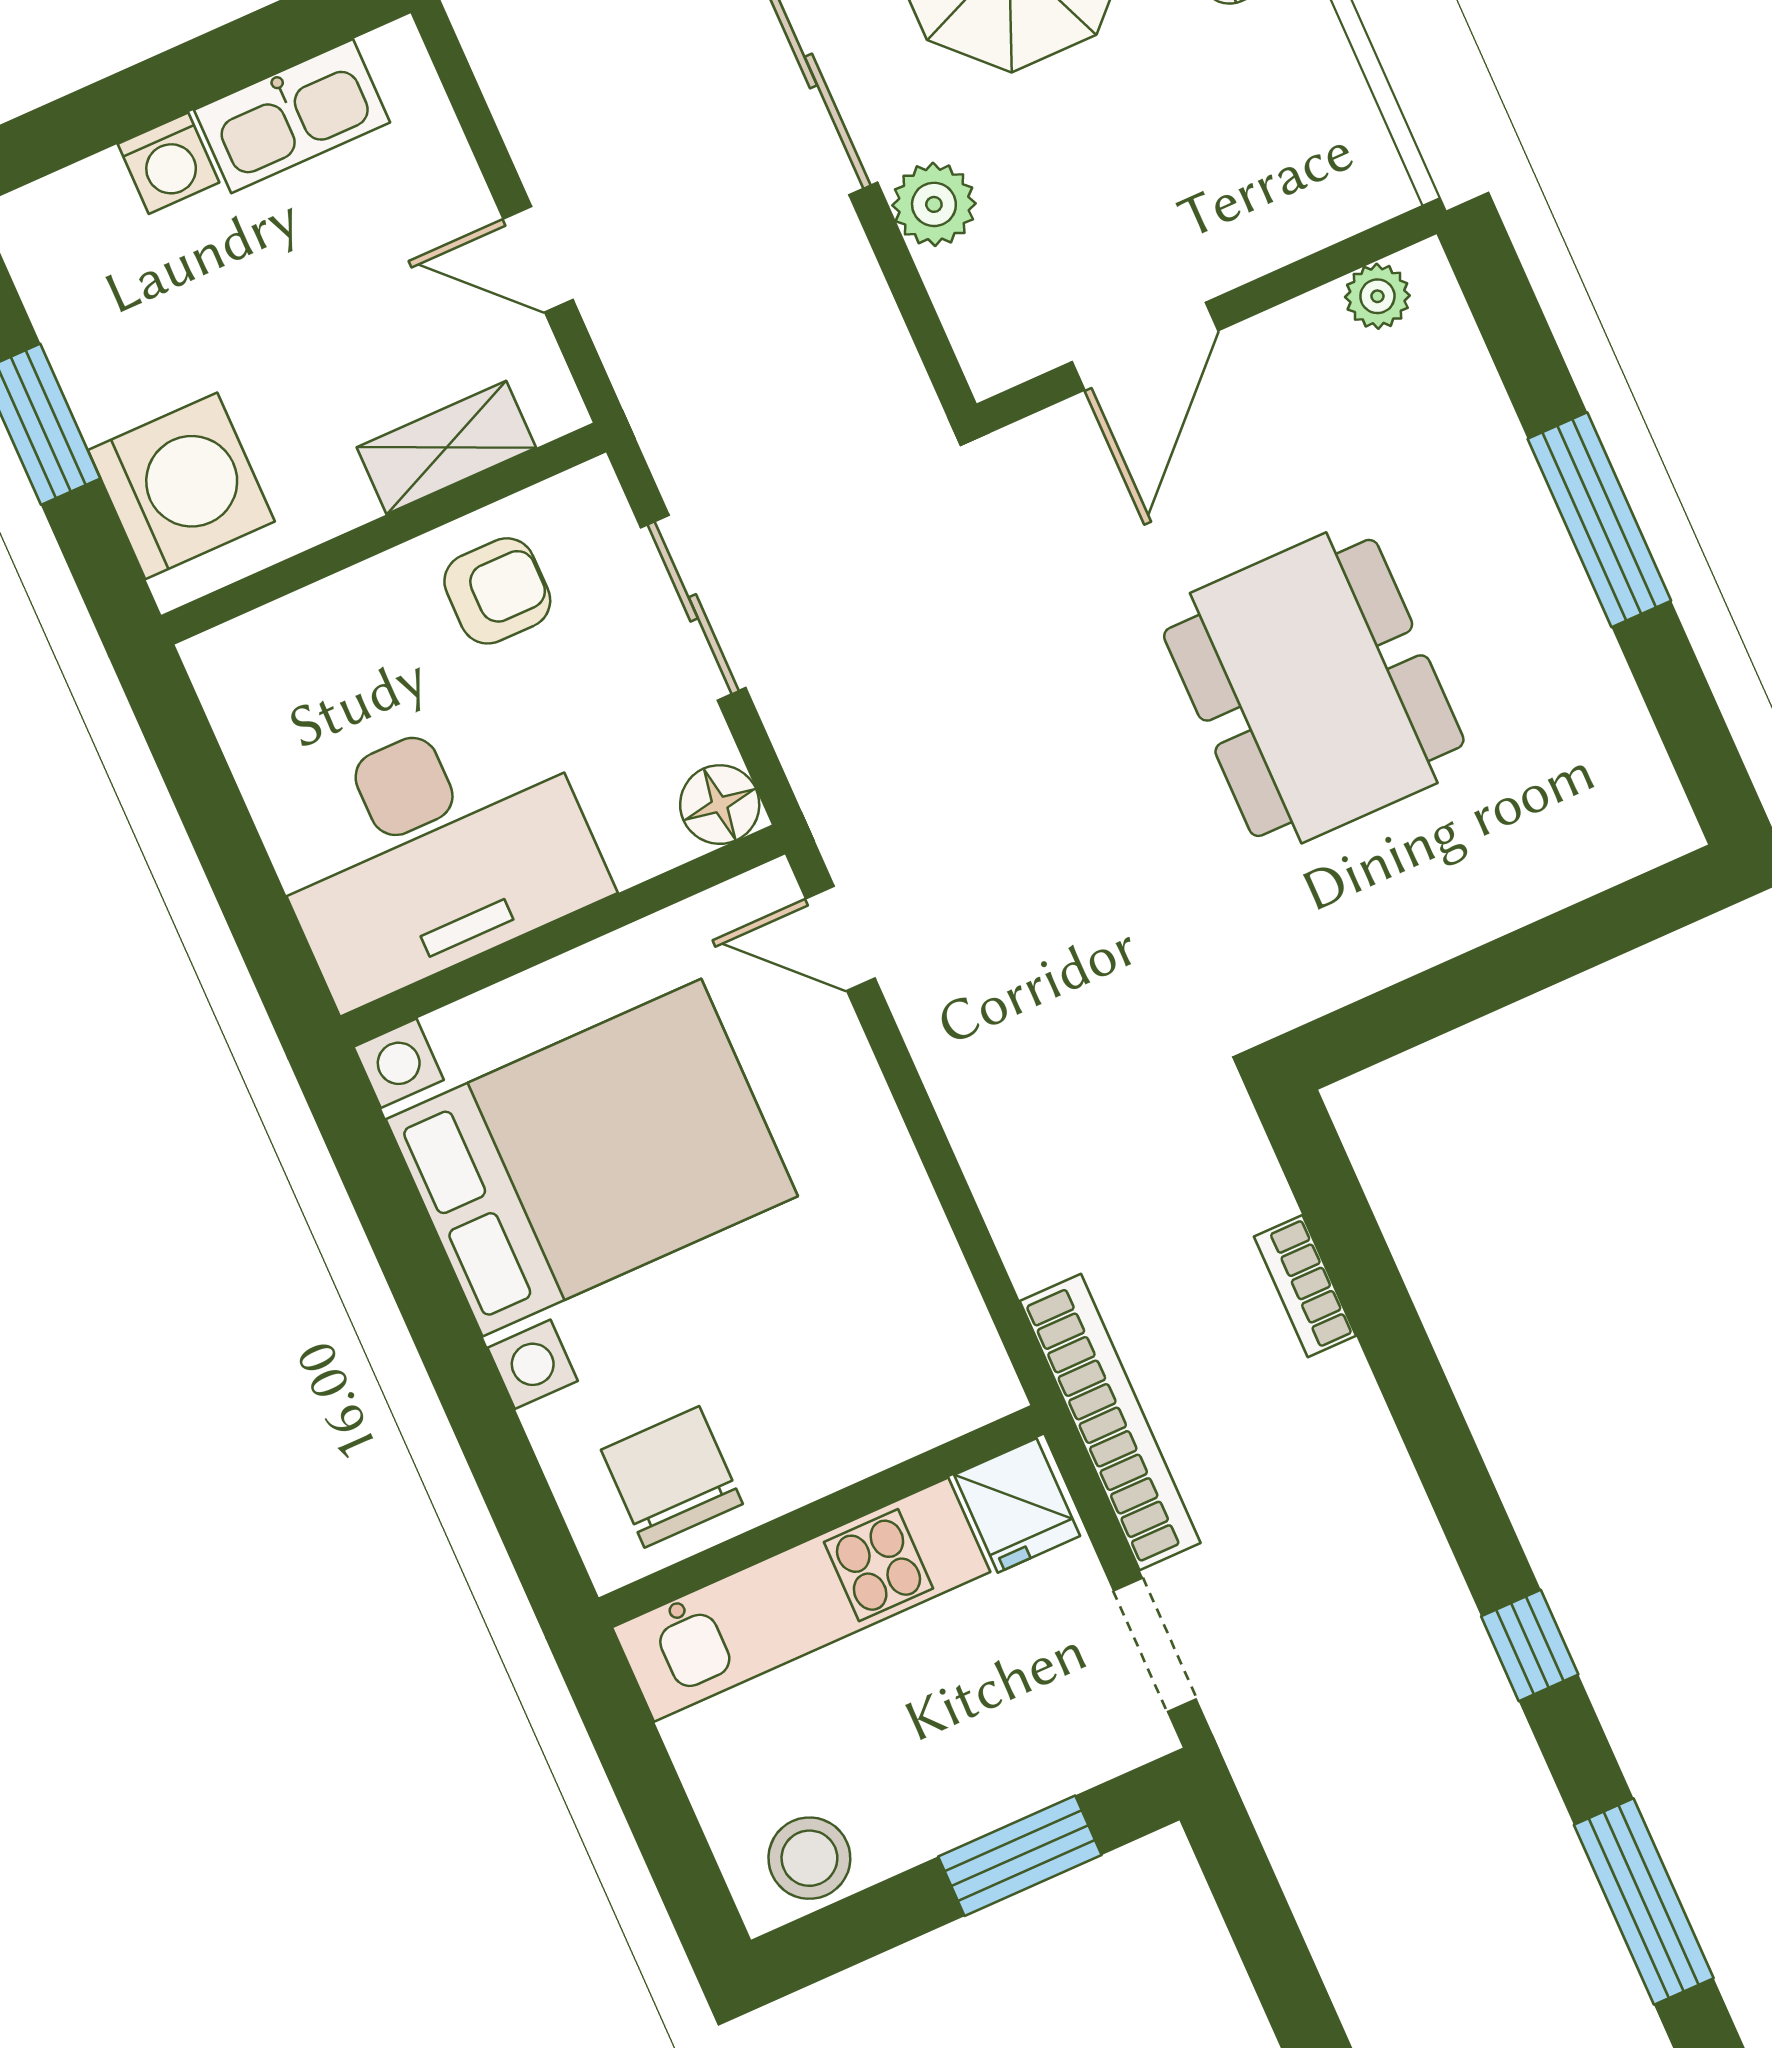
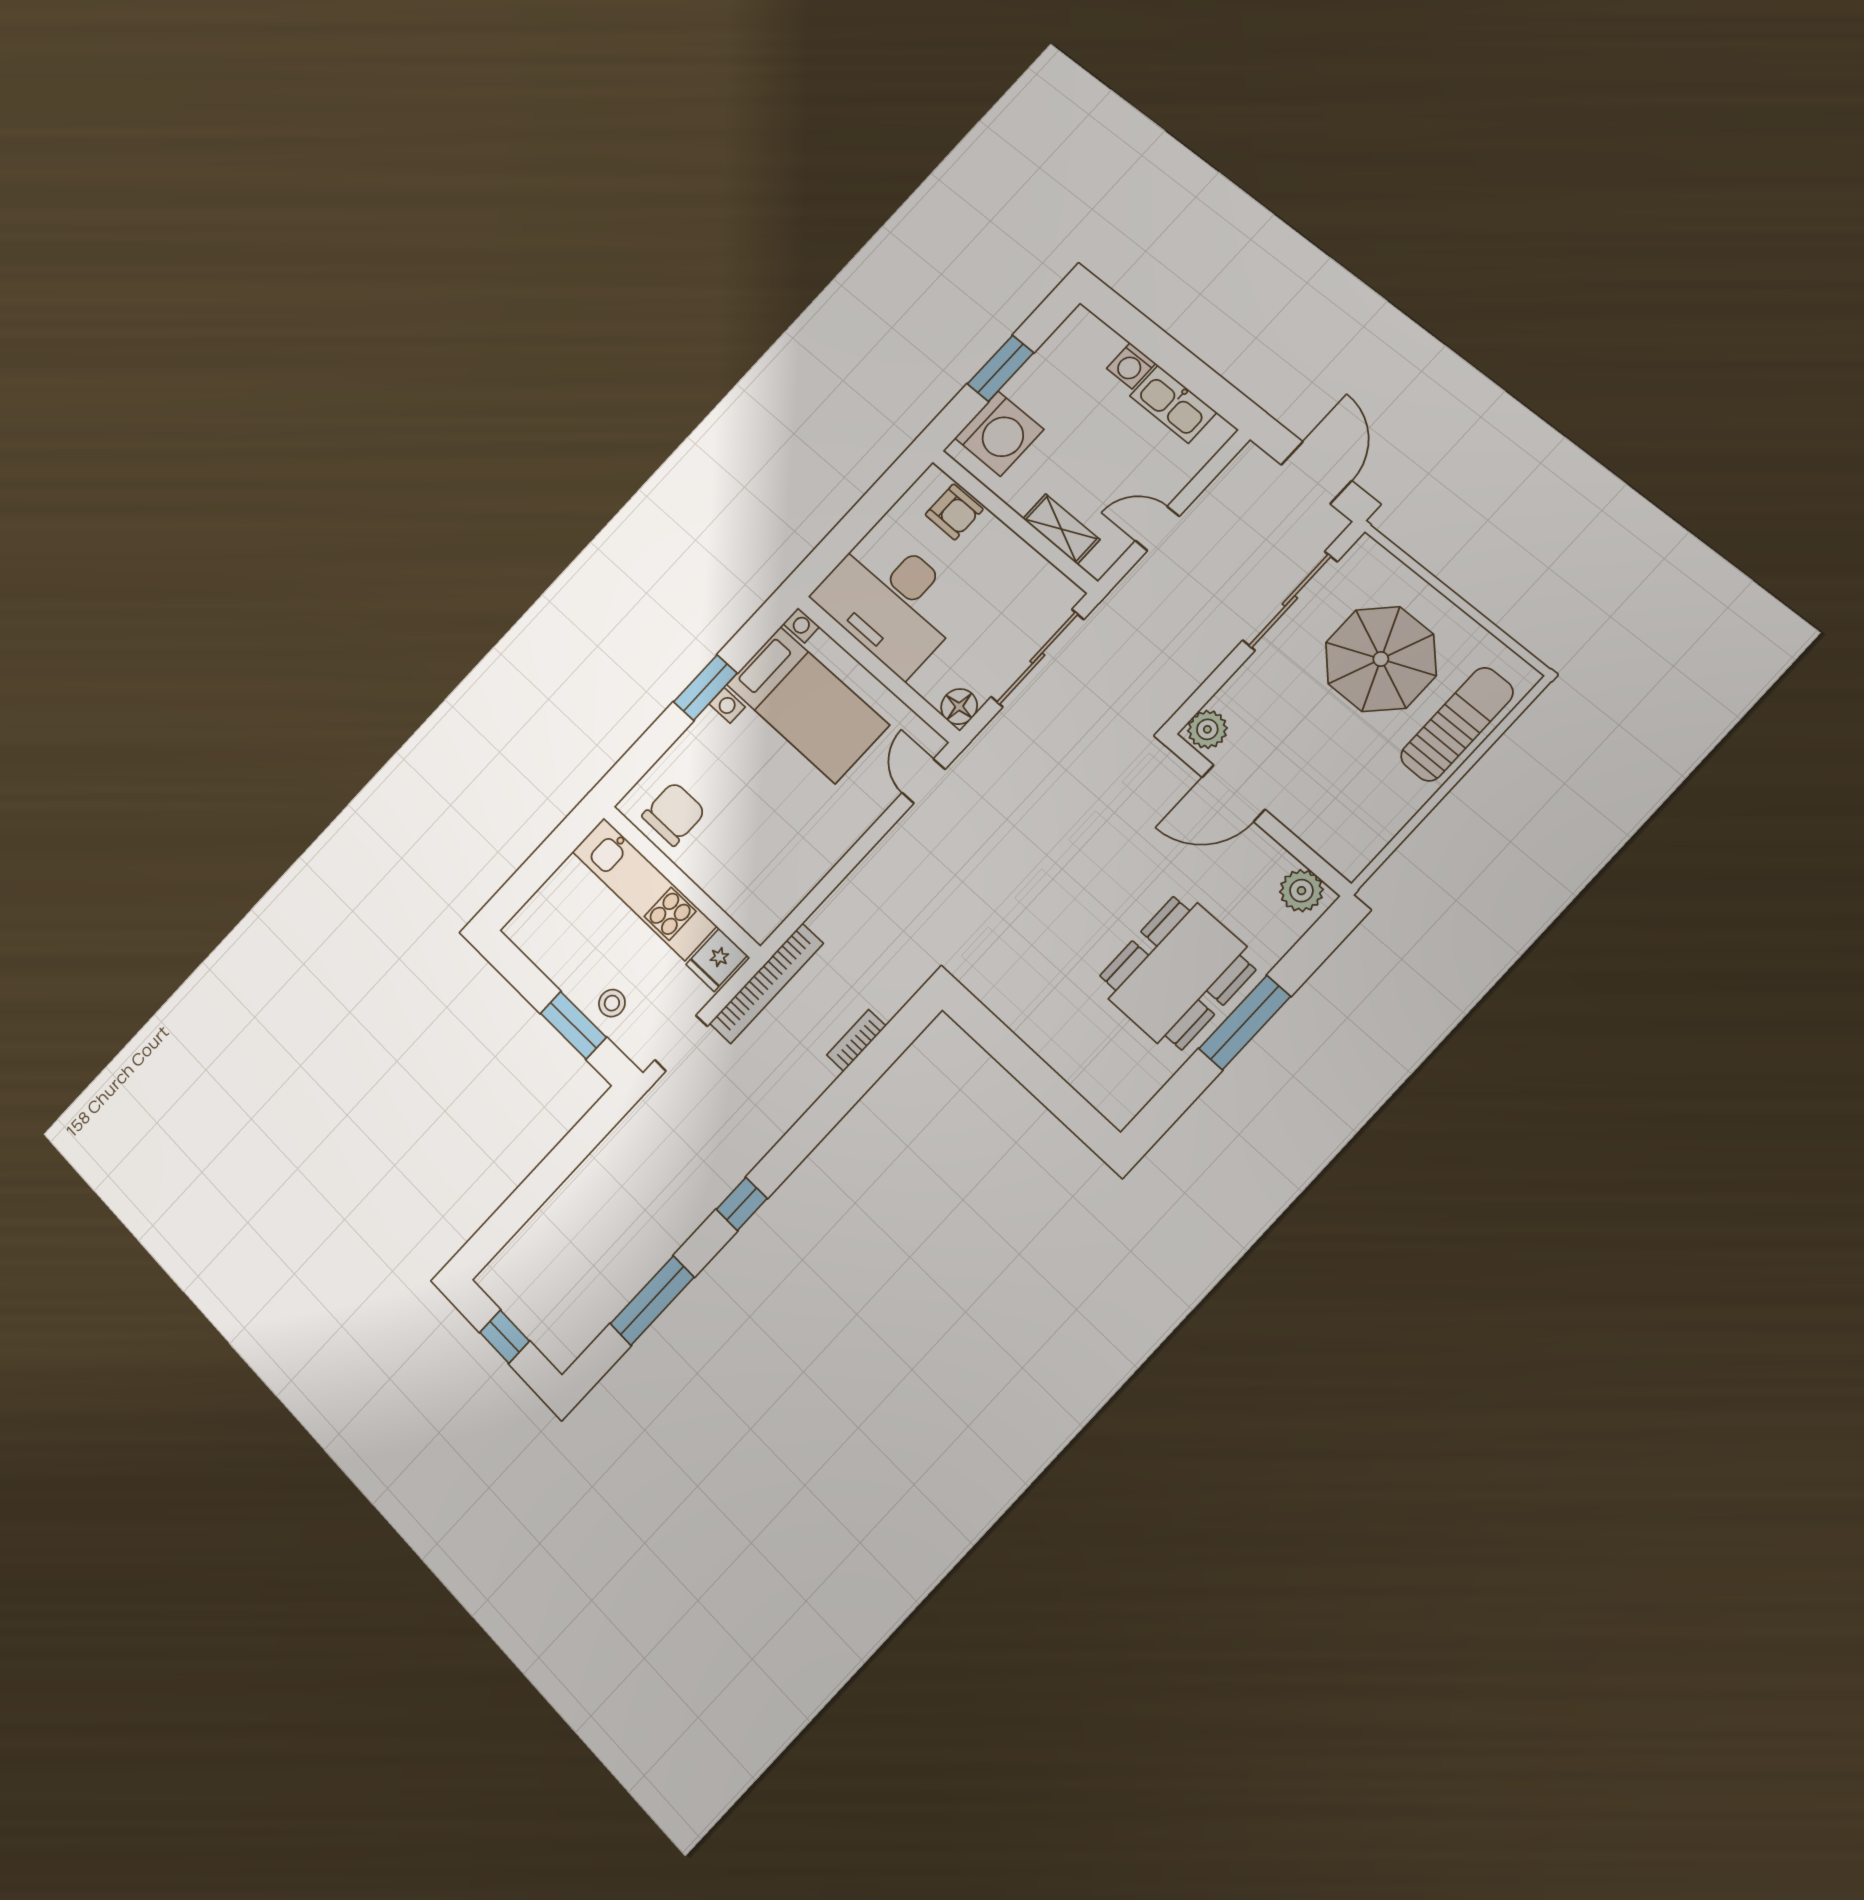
plant: (934, 204) -> (1207, 729), moved
door: (538, 259) -> (1157, 529), hinge flipped
plant: (1377, 296) -> (1301, 891), width x1.38, depth x1.38
armchair: (497, 591) -> (954, 512), moved
sliding door: (693, 608) -> (1037, 658), width x1.37
dining table: (1314, 688) -> (1177, 973), moved
bed with nightstands: (592, 1158) -> (807, 705), width x0.73
window: (434, 1307) -> (705, 688), added
stool: (809, 1858) -> (612, 1003), moved, width x0.73, depth x0.73

